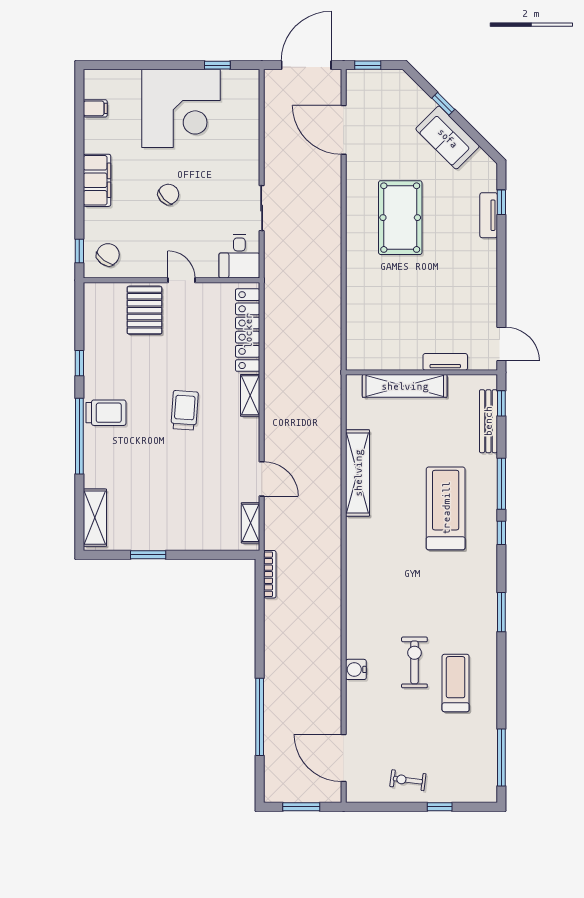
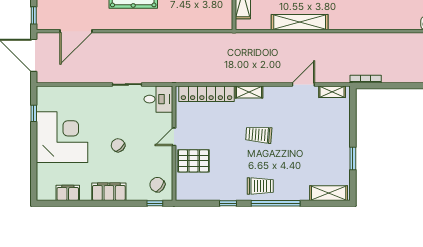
filing cabinet: (95, 108) -> (68, 193), width x2.00
trolley: (106, 413) -> (260, 186), turned 90

